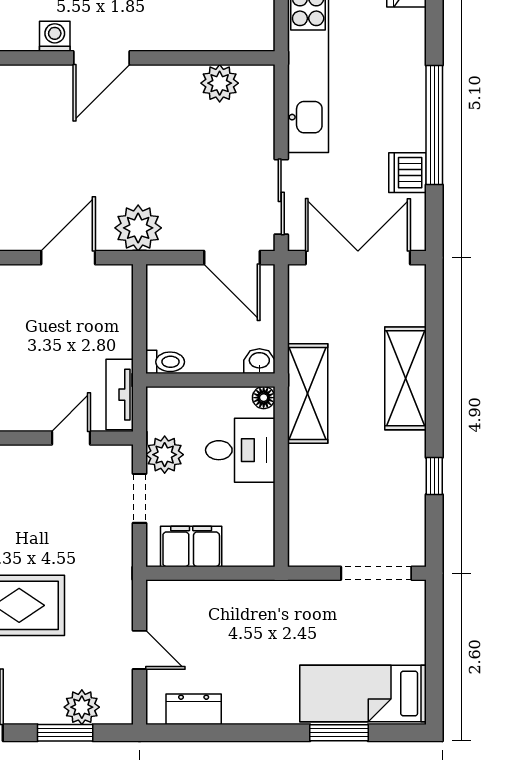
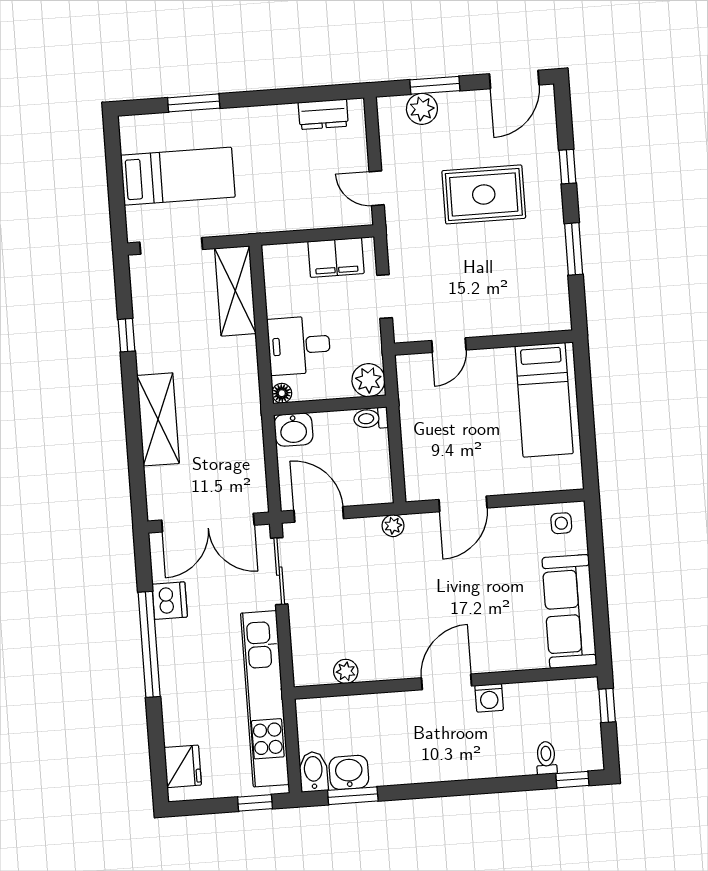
plant: (220, 83) -> (346, 671), width x0.73, depth x0.73
plant: (138, 228) -> (393, 526), width x0.53, depth x0.53
washbasin: (259, 361) -> (294, 430), width x1.38, depth x1.45
shelving: (308, 393) -> (235, 291), moved
tv unit: (120, 395) -> (409, 387), removed
plant: (165, 455) -> (368, 380), moved
door: (140, 650) -> (377, 188), moved
bed: (363, 694) -> (178, 176), moved

